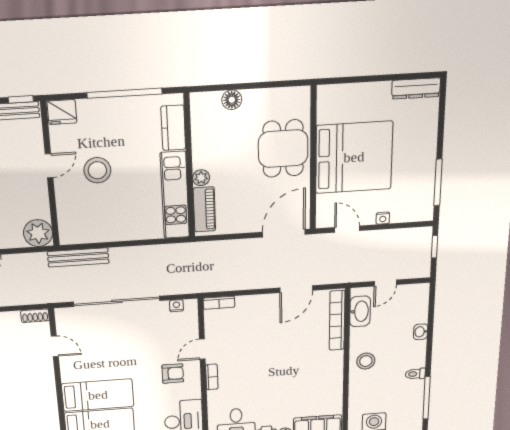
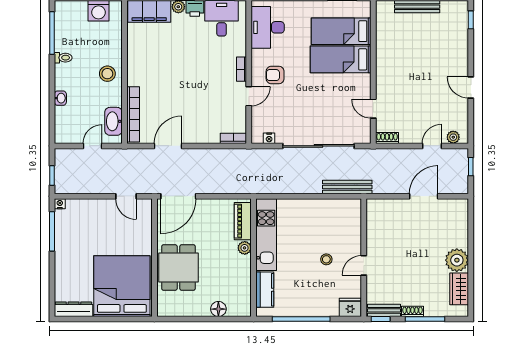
bed: (354, 157) -> (122, 286), moved, turned 90
stool: (97, 170) -> (326, 259), width x0.53, depth x0.53
nightstand: (383, 218) -> (60, 204), moved
plant: (38, 233) -> (378, 210), removed

